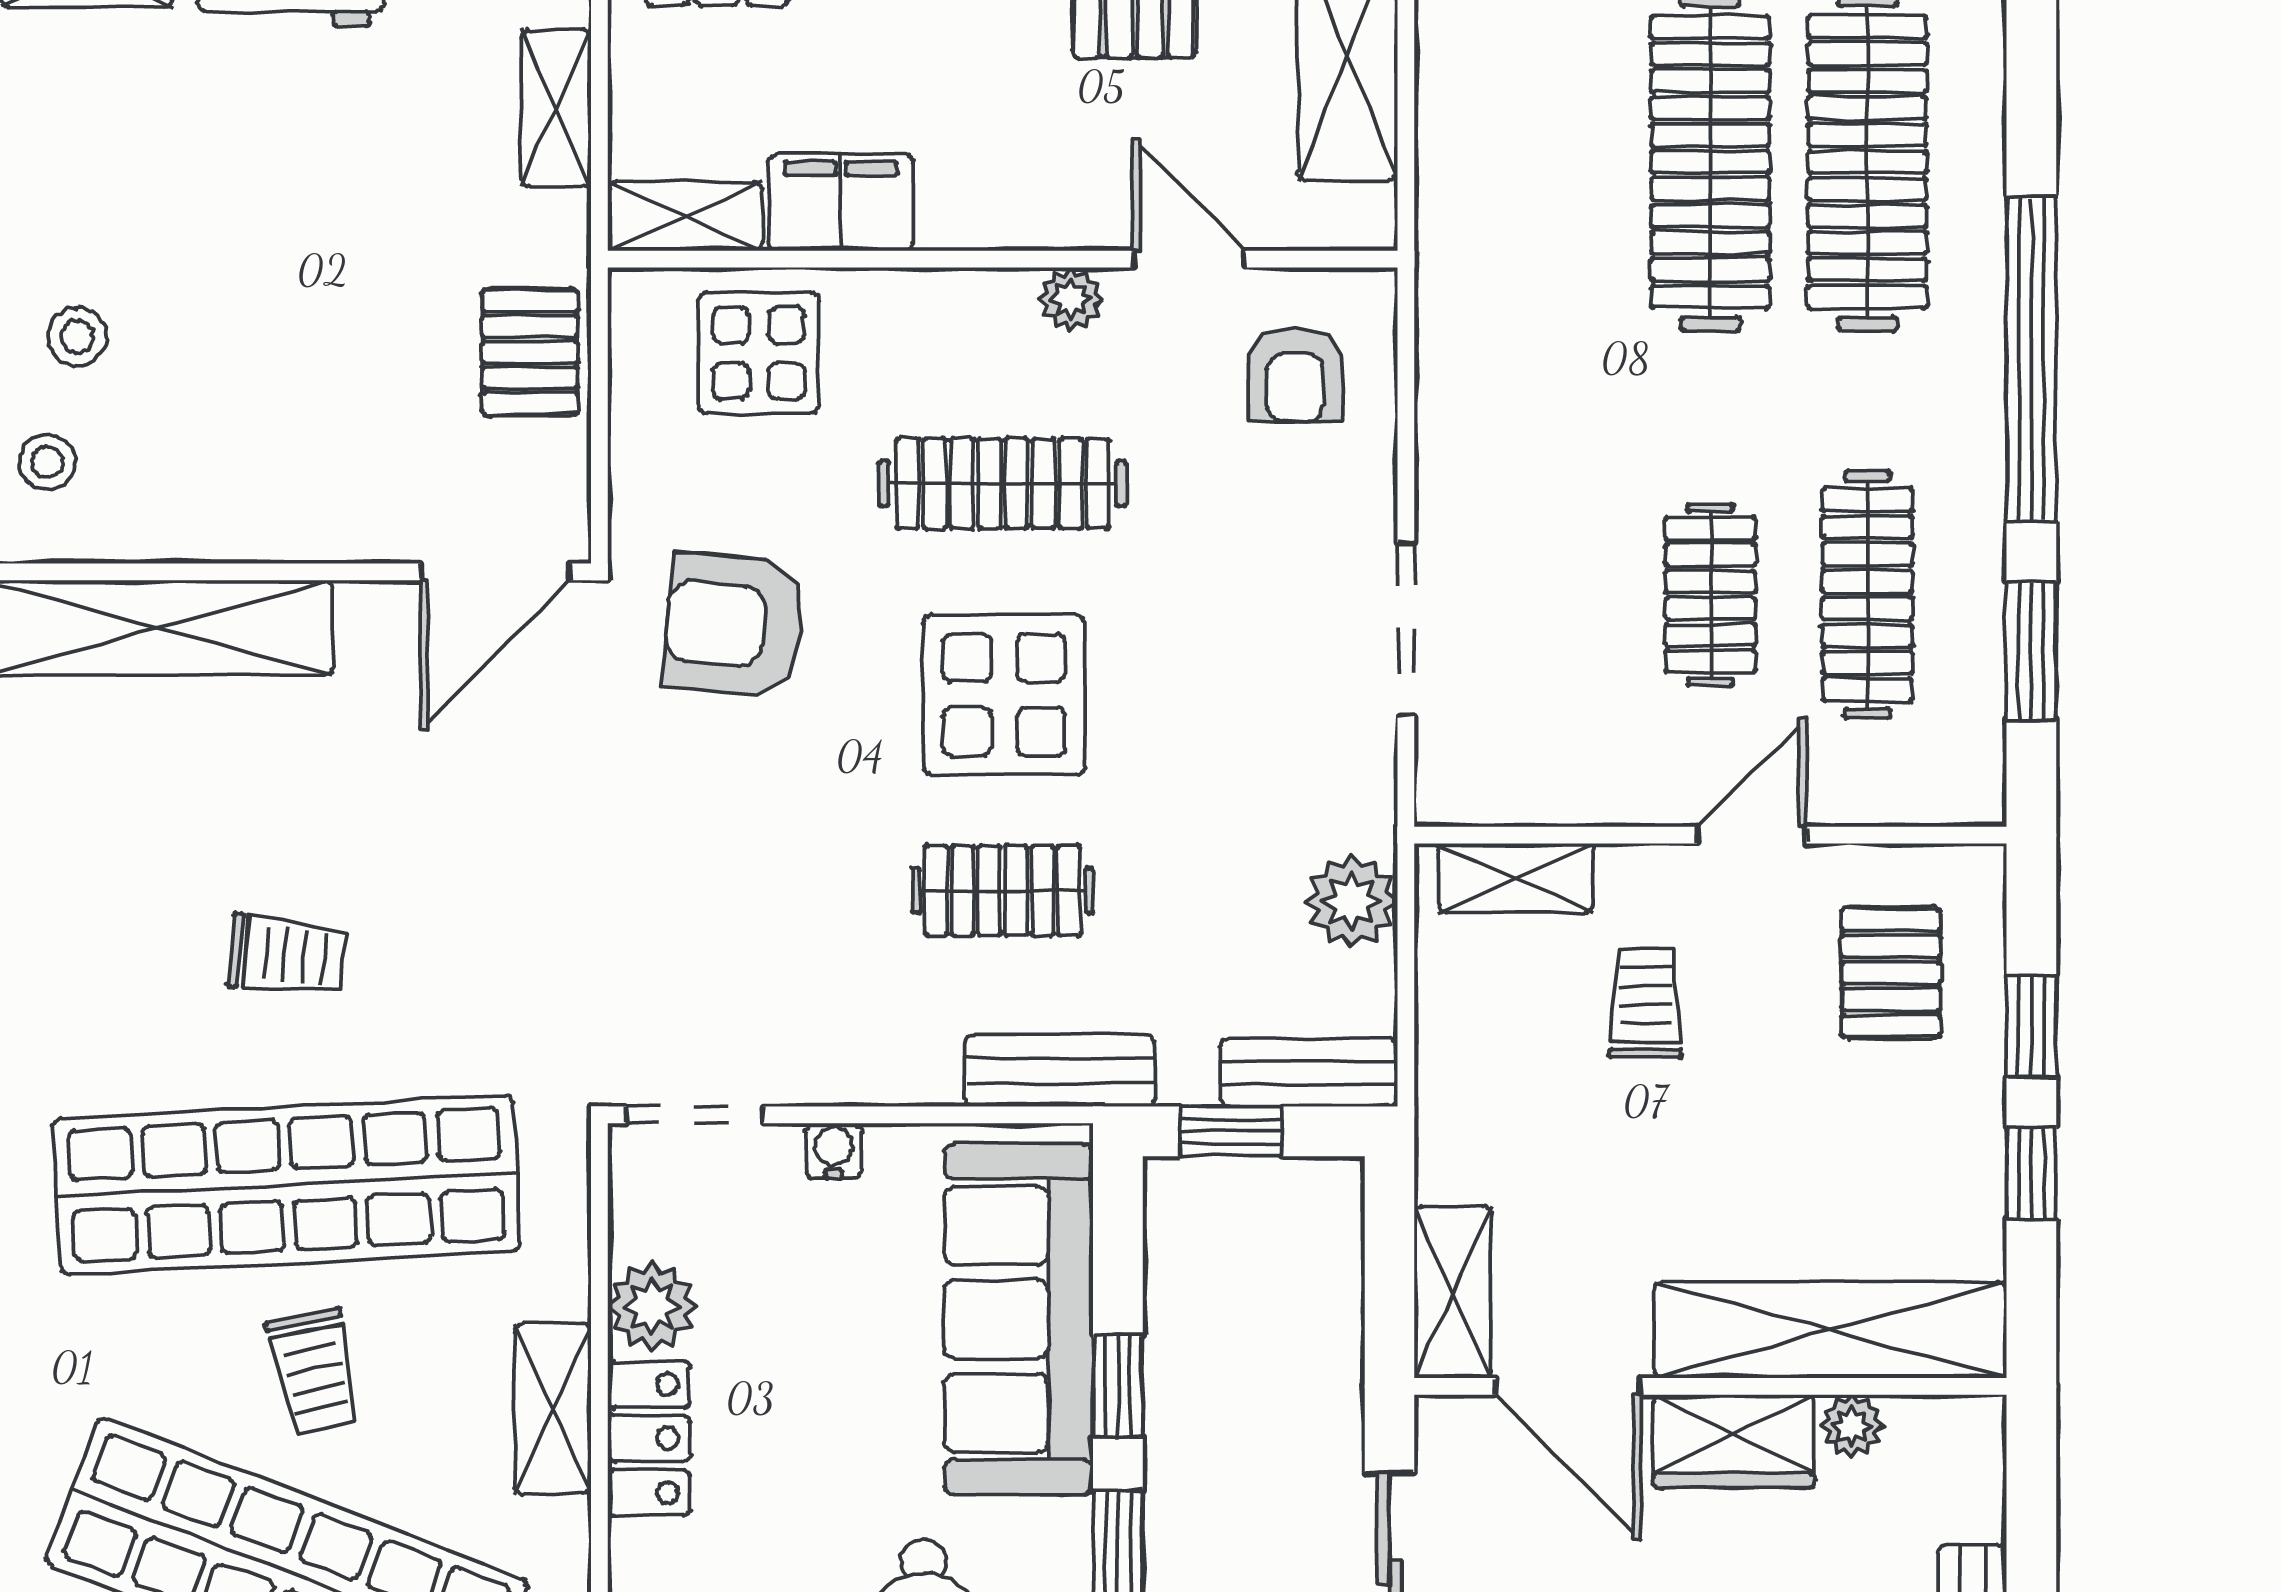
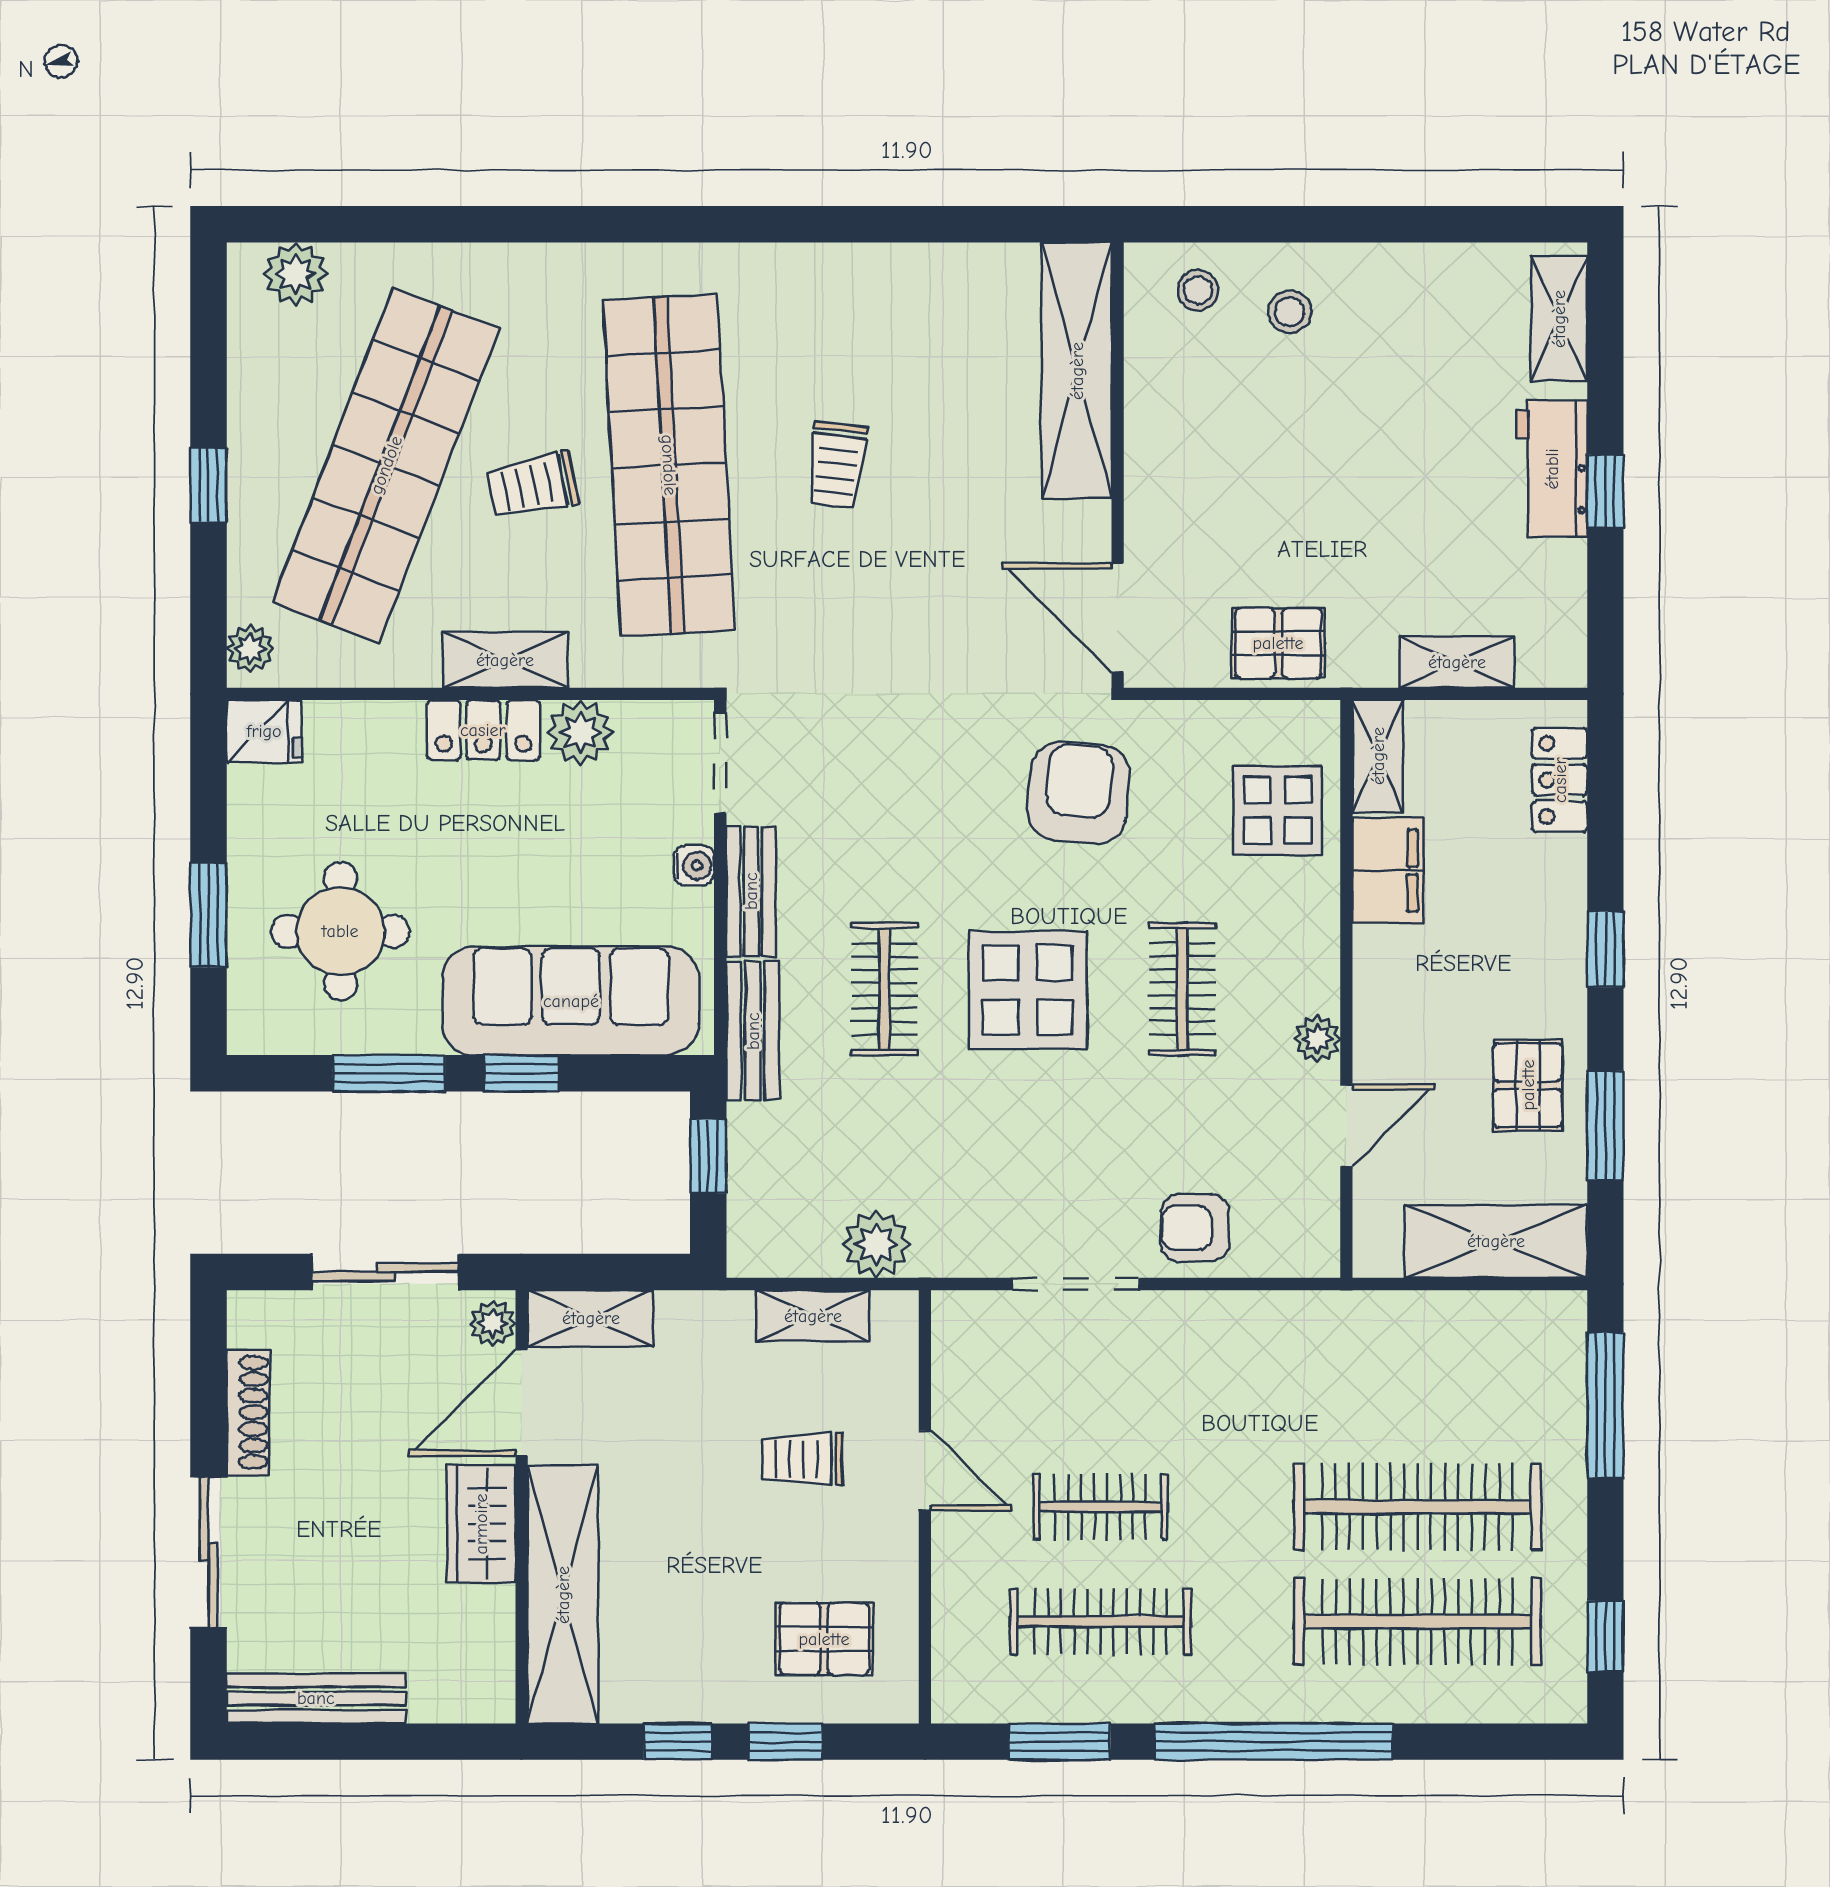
armchair: (1295, 374) -> (1195, 1228), moved
clothes rail: (1003, 483) -> (1182, 989), width x0.73
door: (1752, 835) -> (925, 1470), moved
shelving: (1516, 878) -> (813, 1316), moved, turned 90
trolley: (1645, 1003) -> (802, 1459), turned 180
bench: (1309, 1073) -> (751, 891), moved
plant: (1852, 1426) -> (493, 1323), moved

